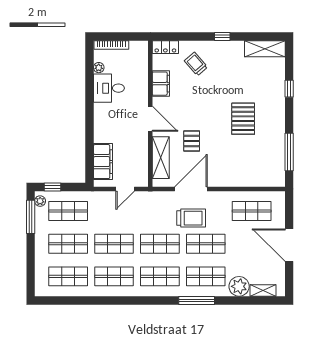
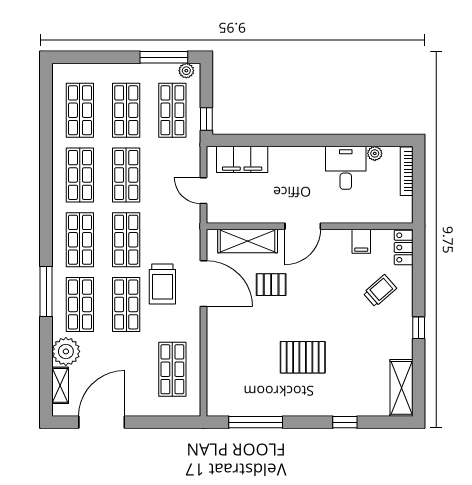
filing cabinet: (161, 84) -> (361, 241), width x0.50
window: (52, 187) -> (206, 119), moved
door: (289, 245) -> (102, 422), moved

